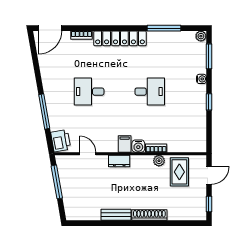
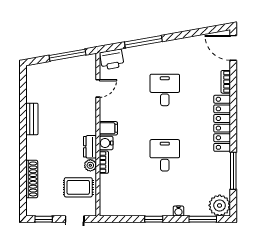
plant: (201, 36) -> (220, 205), width x1.87, depth x1.87
desk: (150, 92) -> (165, 155), turned 180
dresser: (119, 161) -> (90, 147), moved
shoe rack: (149, 215) -> (32, 179), moved

